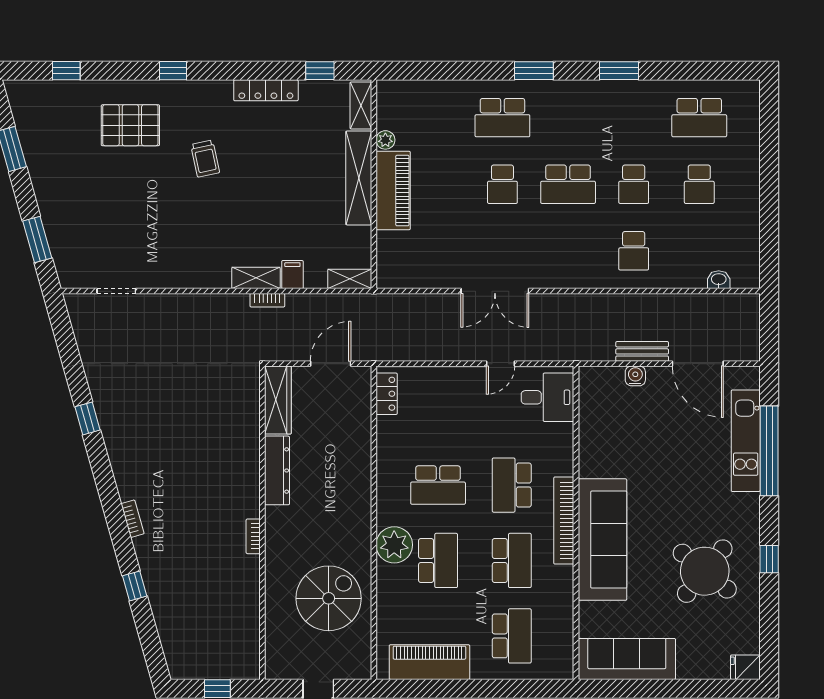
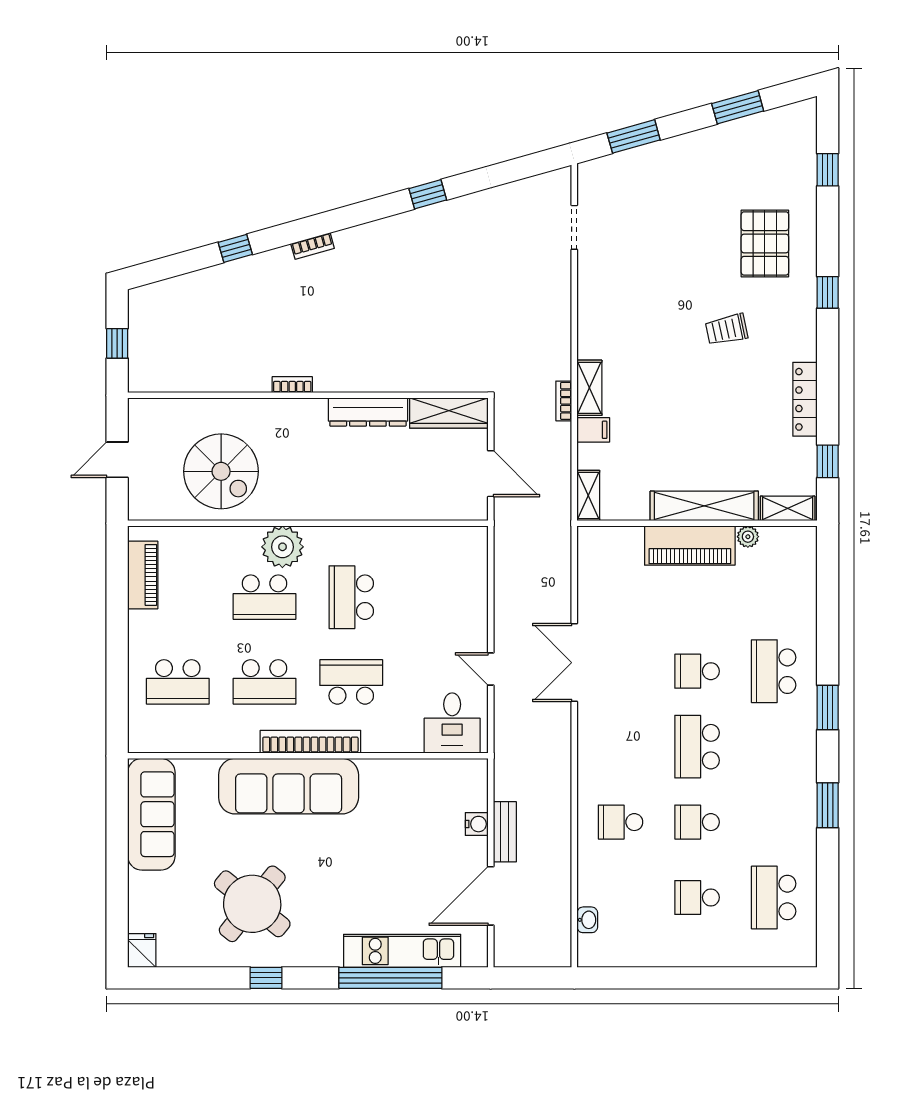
locker: (387, 394) -> (456, 538), removed
piano: (429, 662) -> (143, 575), width x0.73, depth x0.75

